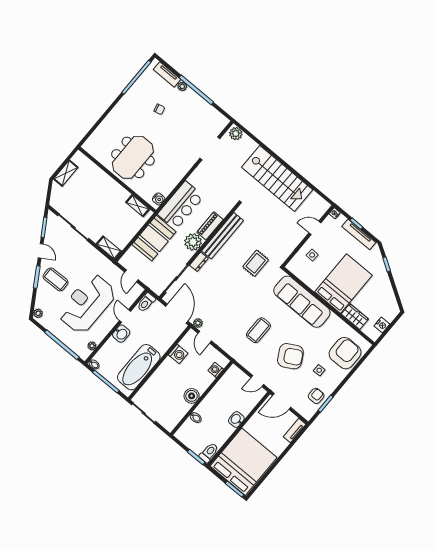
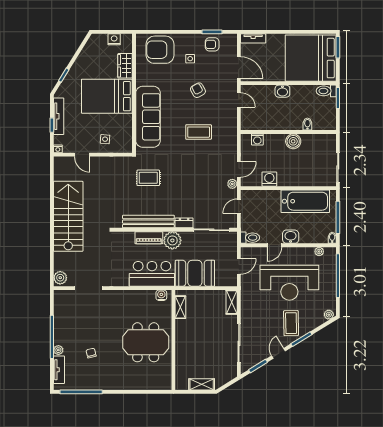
door: (177, 314) -> (239, 206), width x0.53
armchair: (290, 356) -> (198, 90), width x0.53, depth x0.53

